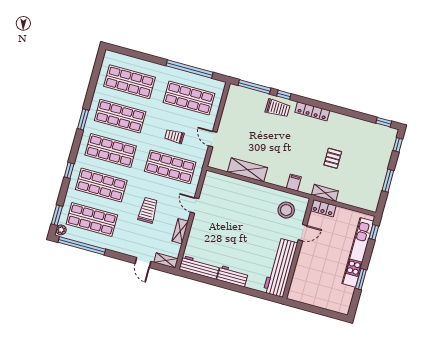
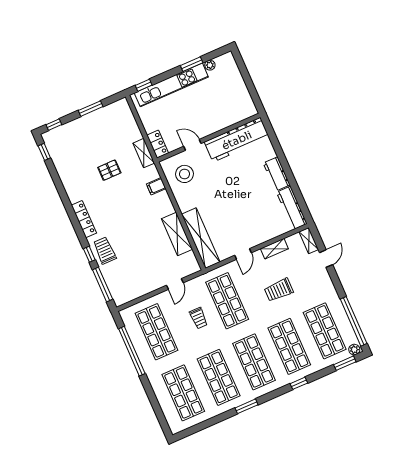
shelving: (231, 184) -> (201, 238), added
plant: (350, 292) -> (210, 65), added

